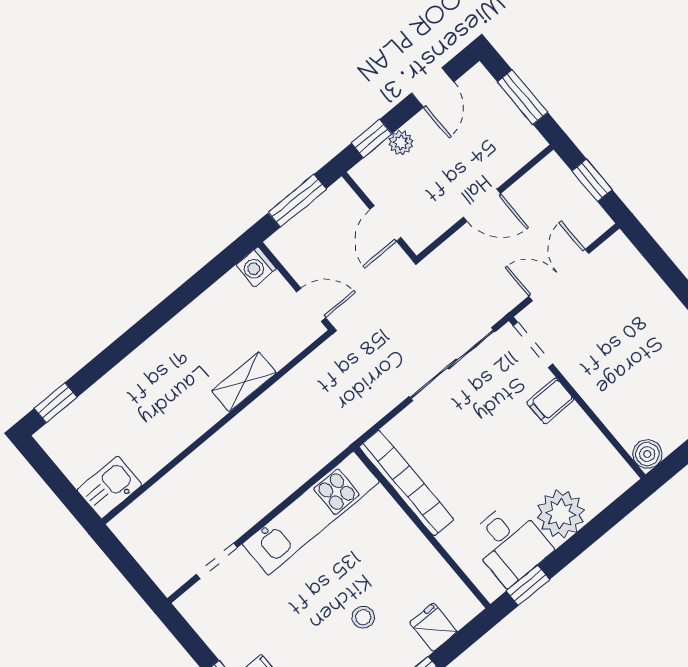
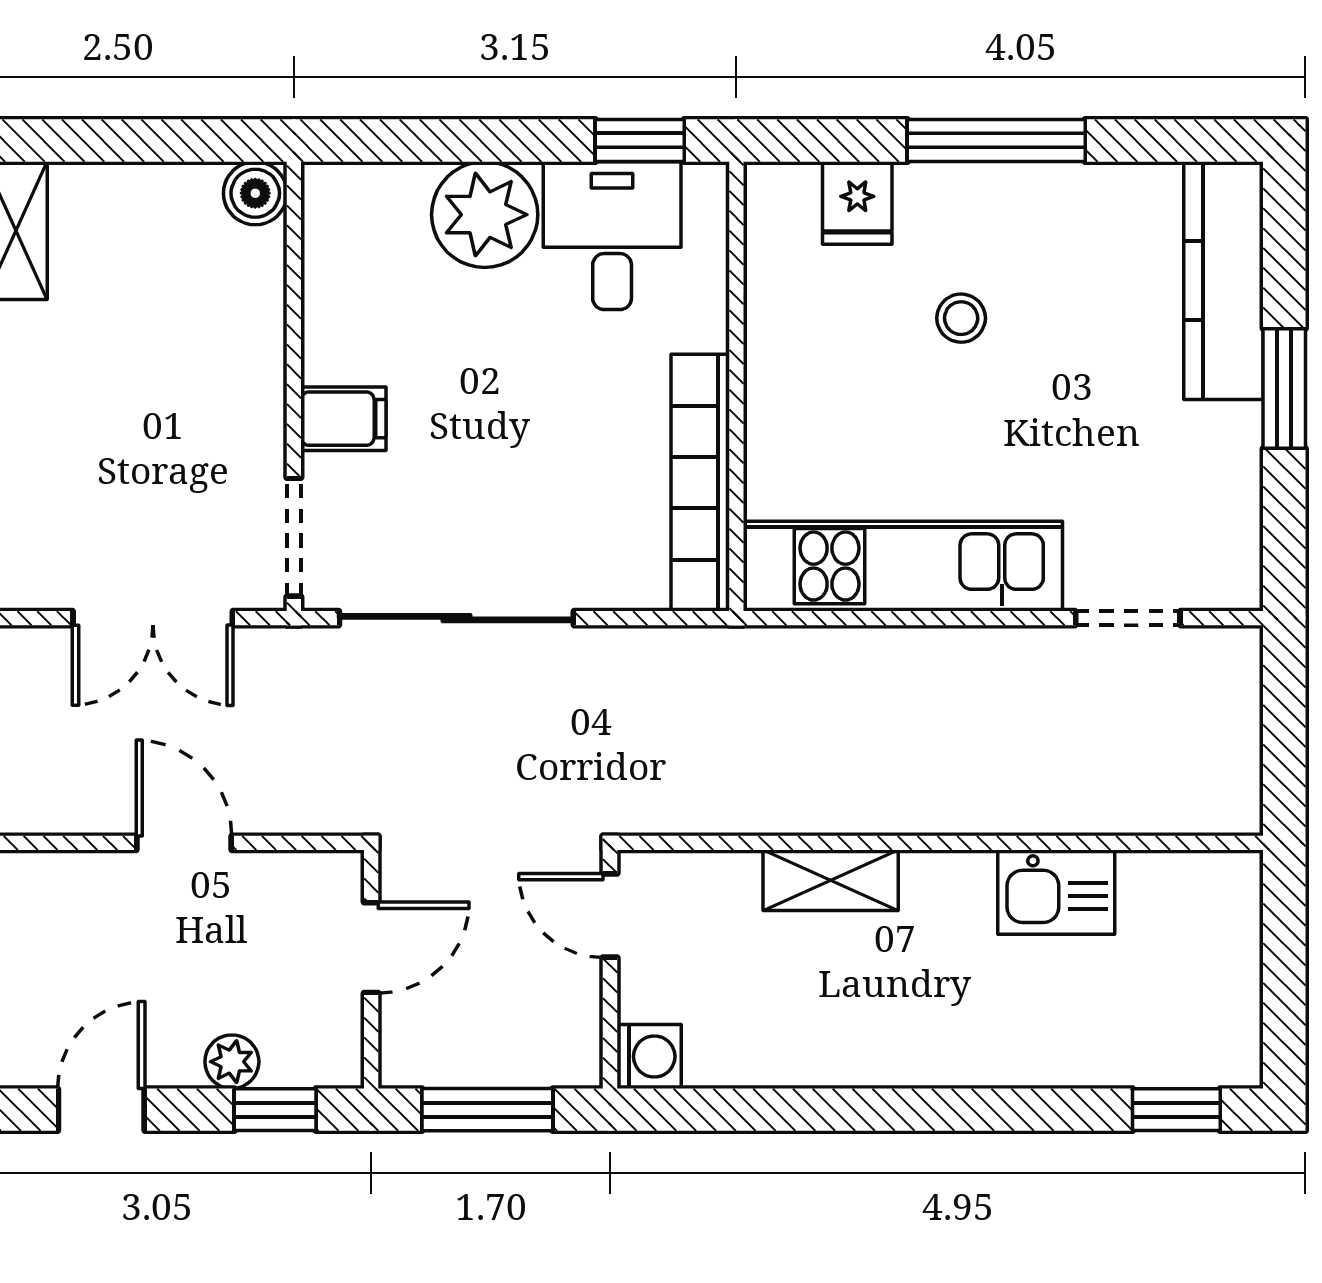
kitchen sink: (109, 487) -> (1056, 892), moved

